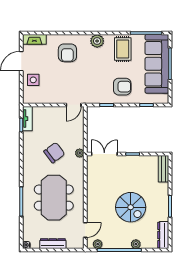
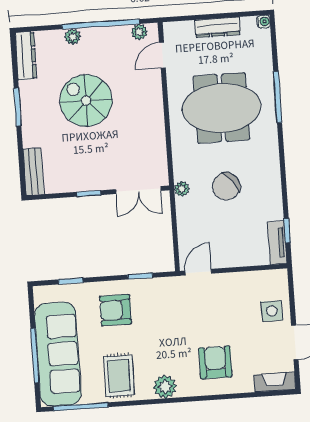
meeting table: (54, 198) -> (221, 108), turned 90

